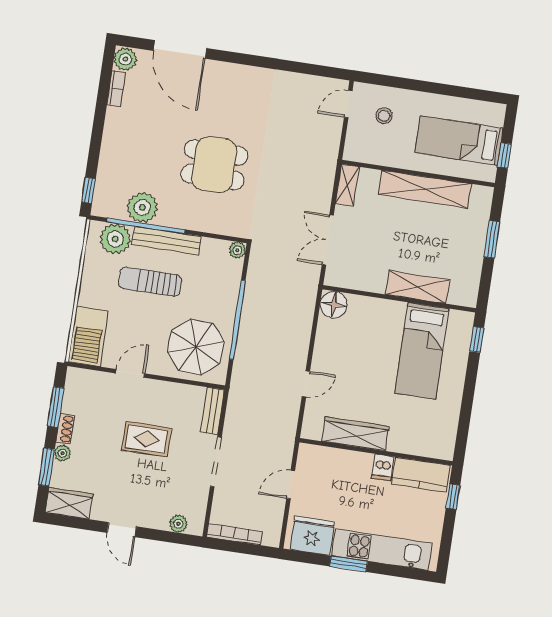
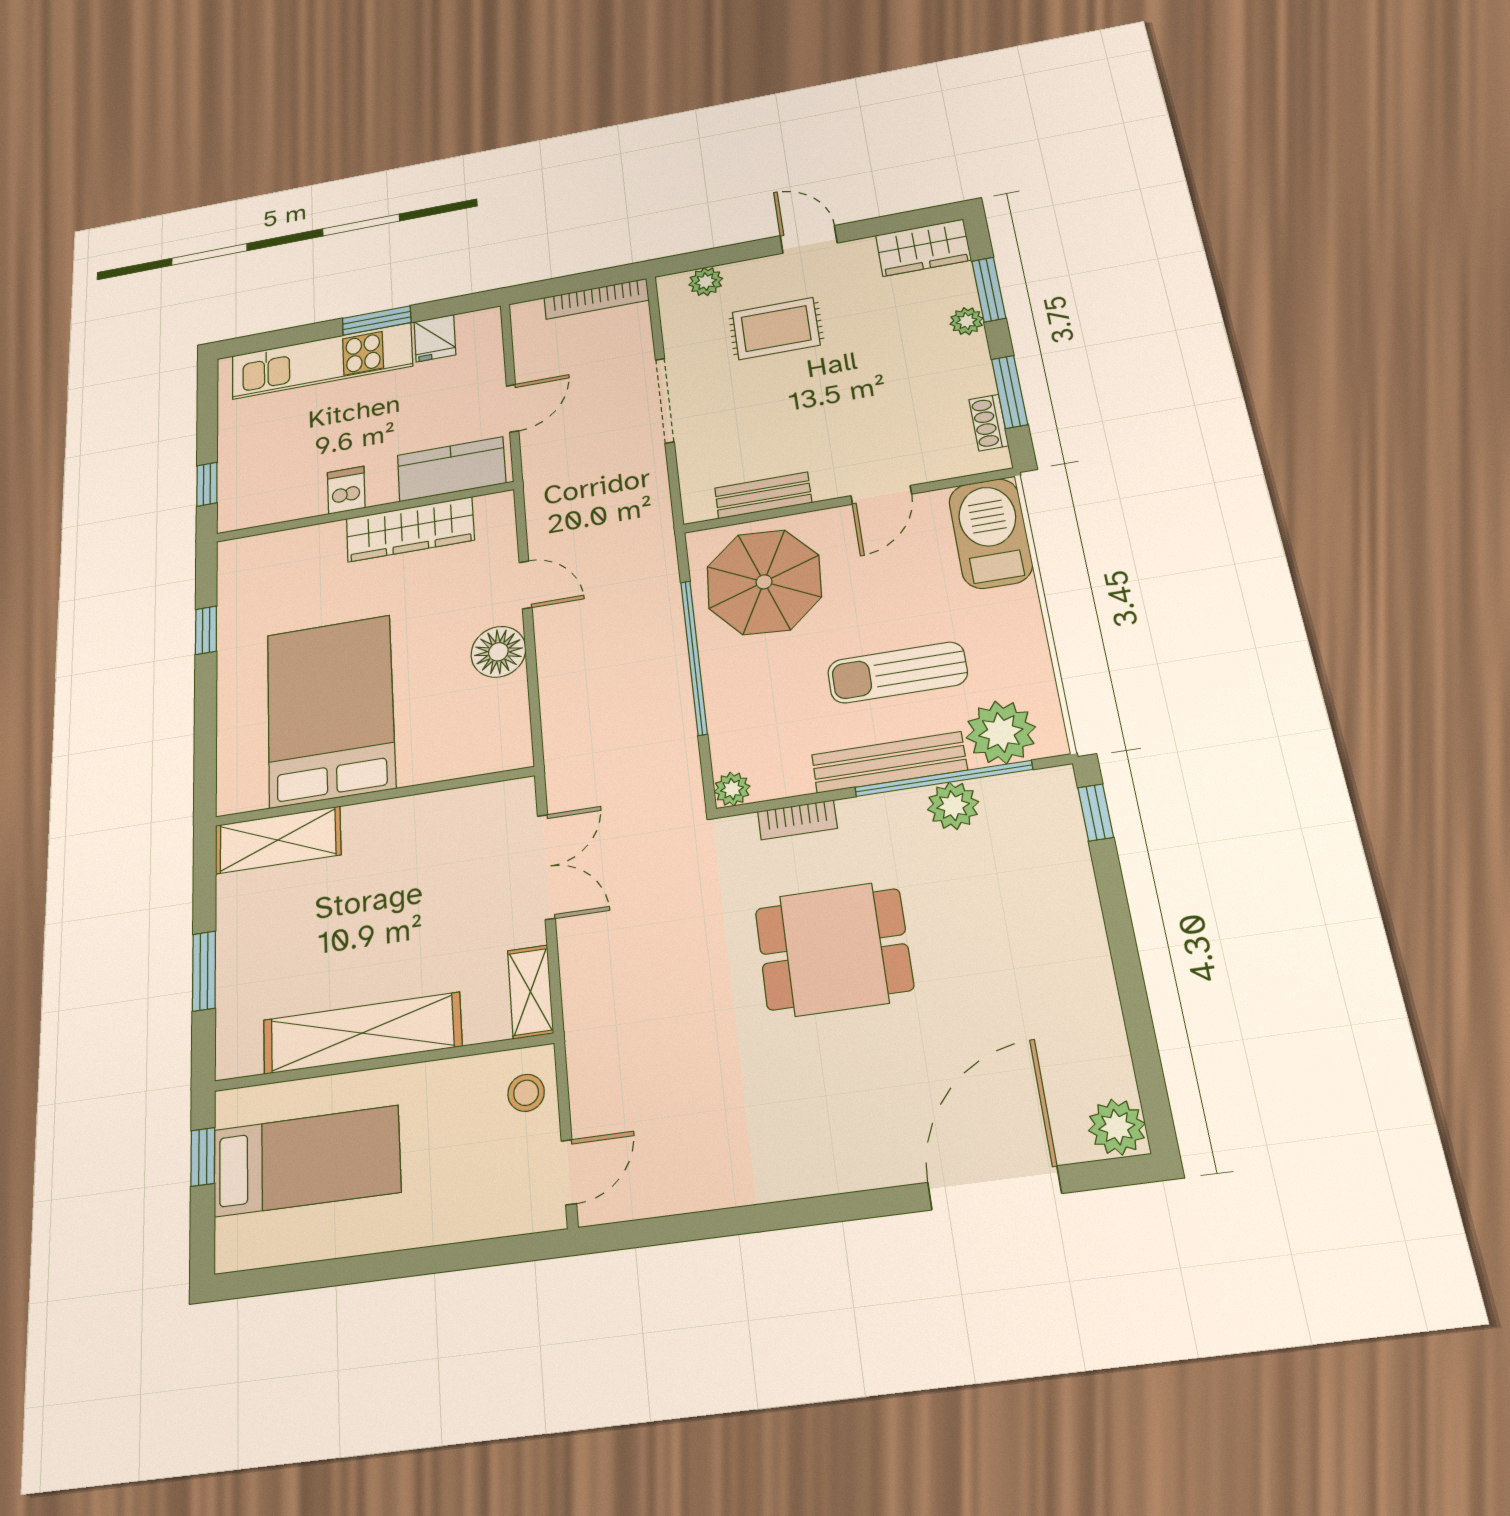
door: (180, 49) -> (994, 1188), hinge flipped
bookcase: (116, 89) -> (797, 820), moved, turned -90
stool: (384, 116) -> (526, 1093), moved
plant: (142, 207) -> (953, 806), width x0.73, depth x0.73
sun lounger: (150, 282) -> (897, 673), turned 180
shelving: (418, 287) -> (278, 840), moved
floor lamp: (334, 305) -> (498, 652), moved
window: (477, 339) -> (206, 630), moved
bed: (422, 351) -> (330, 710), width x1.50
door: (306, 384) -> (526, 585), swing flipped
bench: (213, 411) -> (763, 495), moved, turned 90
shoe rack: (65, 429) -> (989, 423), moved
rug: (147, 439) -> (776, 328), moved
kitchen counter: (421, 475) -> (451, 469), moved
fridge: (312, 536) -> (435, 338), width x0.53, depth x0.75

